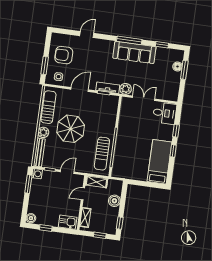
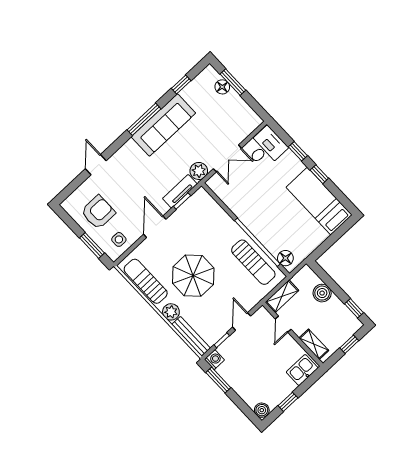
armchair: (64, 55) -> (98, 212), turned 180
double door: (144, 98) -> (227, 158), swing flipped
floor lamp: (117, 168) -> (285, 258), added

